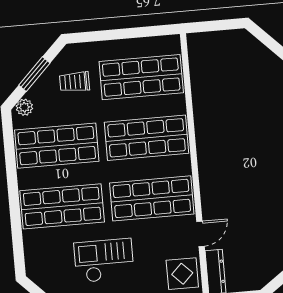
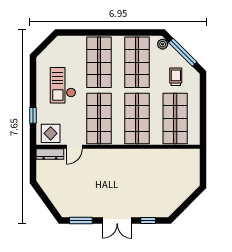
window: (34, 74) -> (183, 52), width x1.44
door: (200, 234) -> (74, 147), hinge flipped
checkout: (104, 261) -> (63, 85), turned 180

